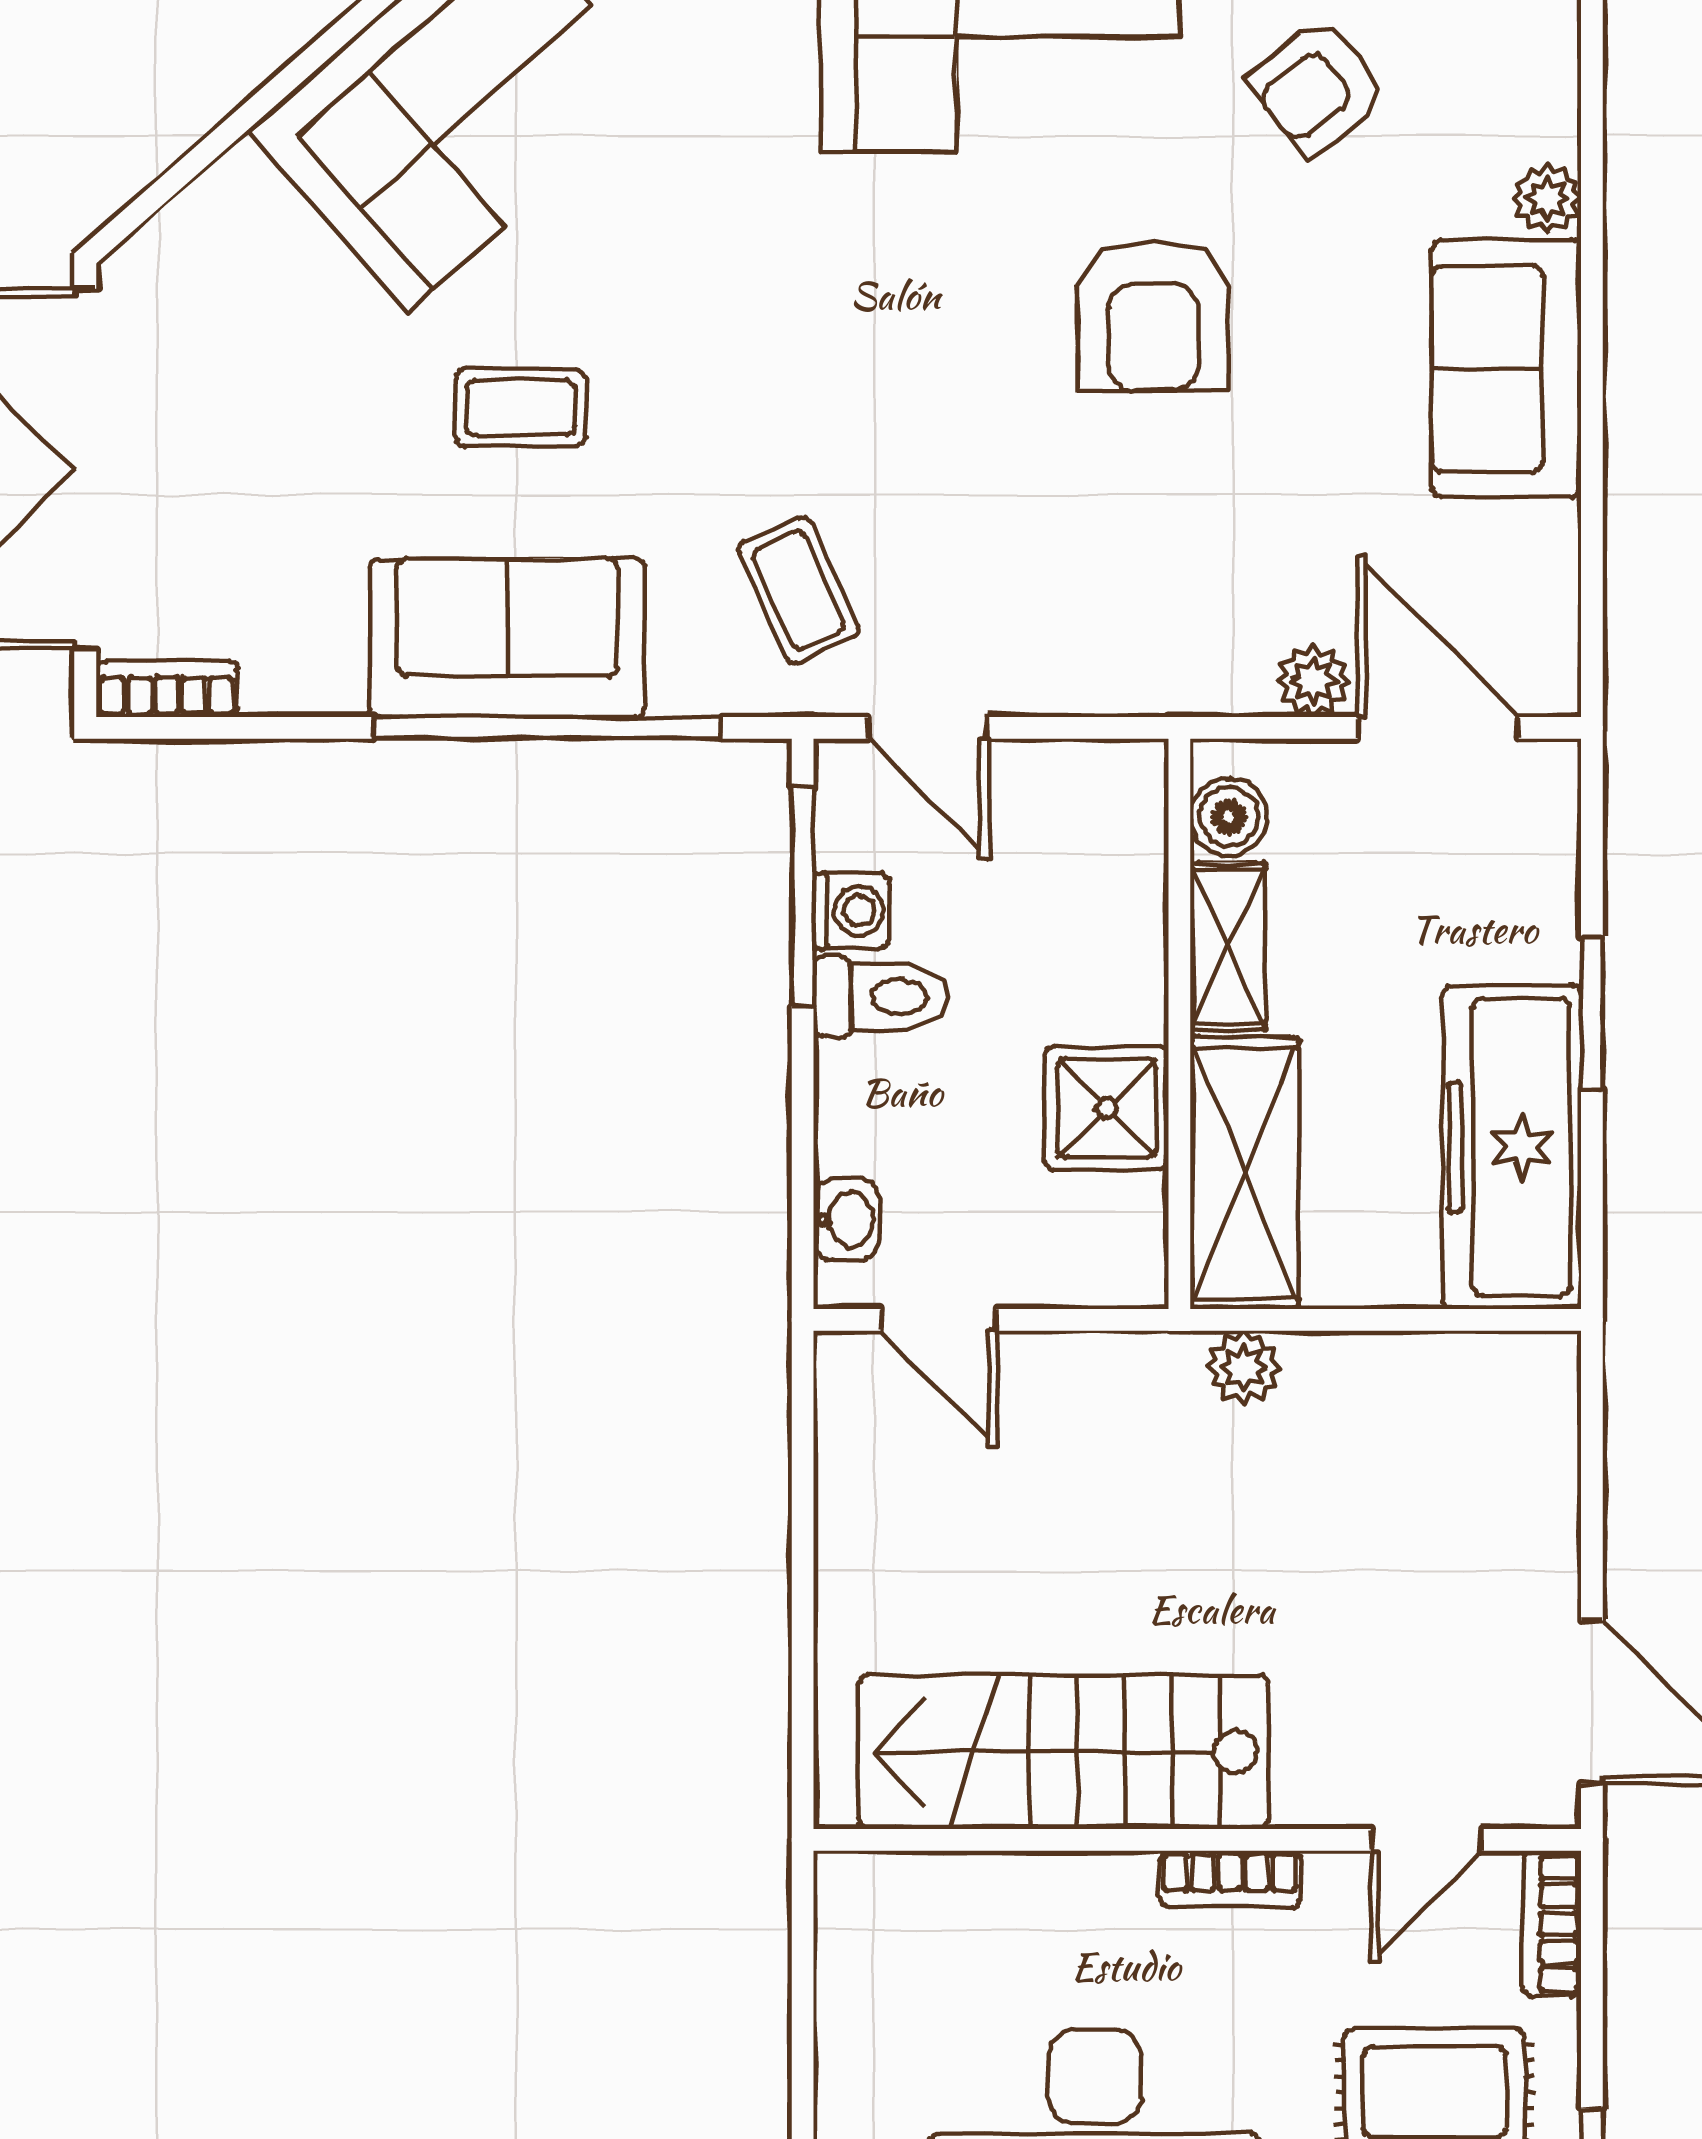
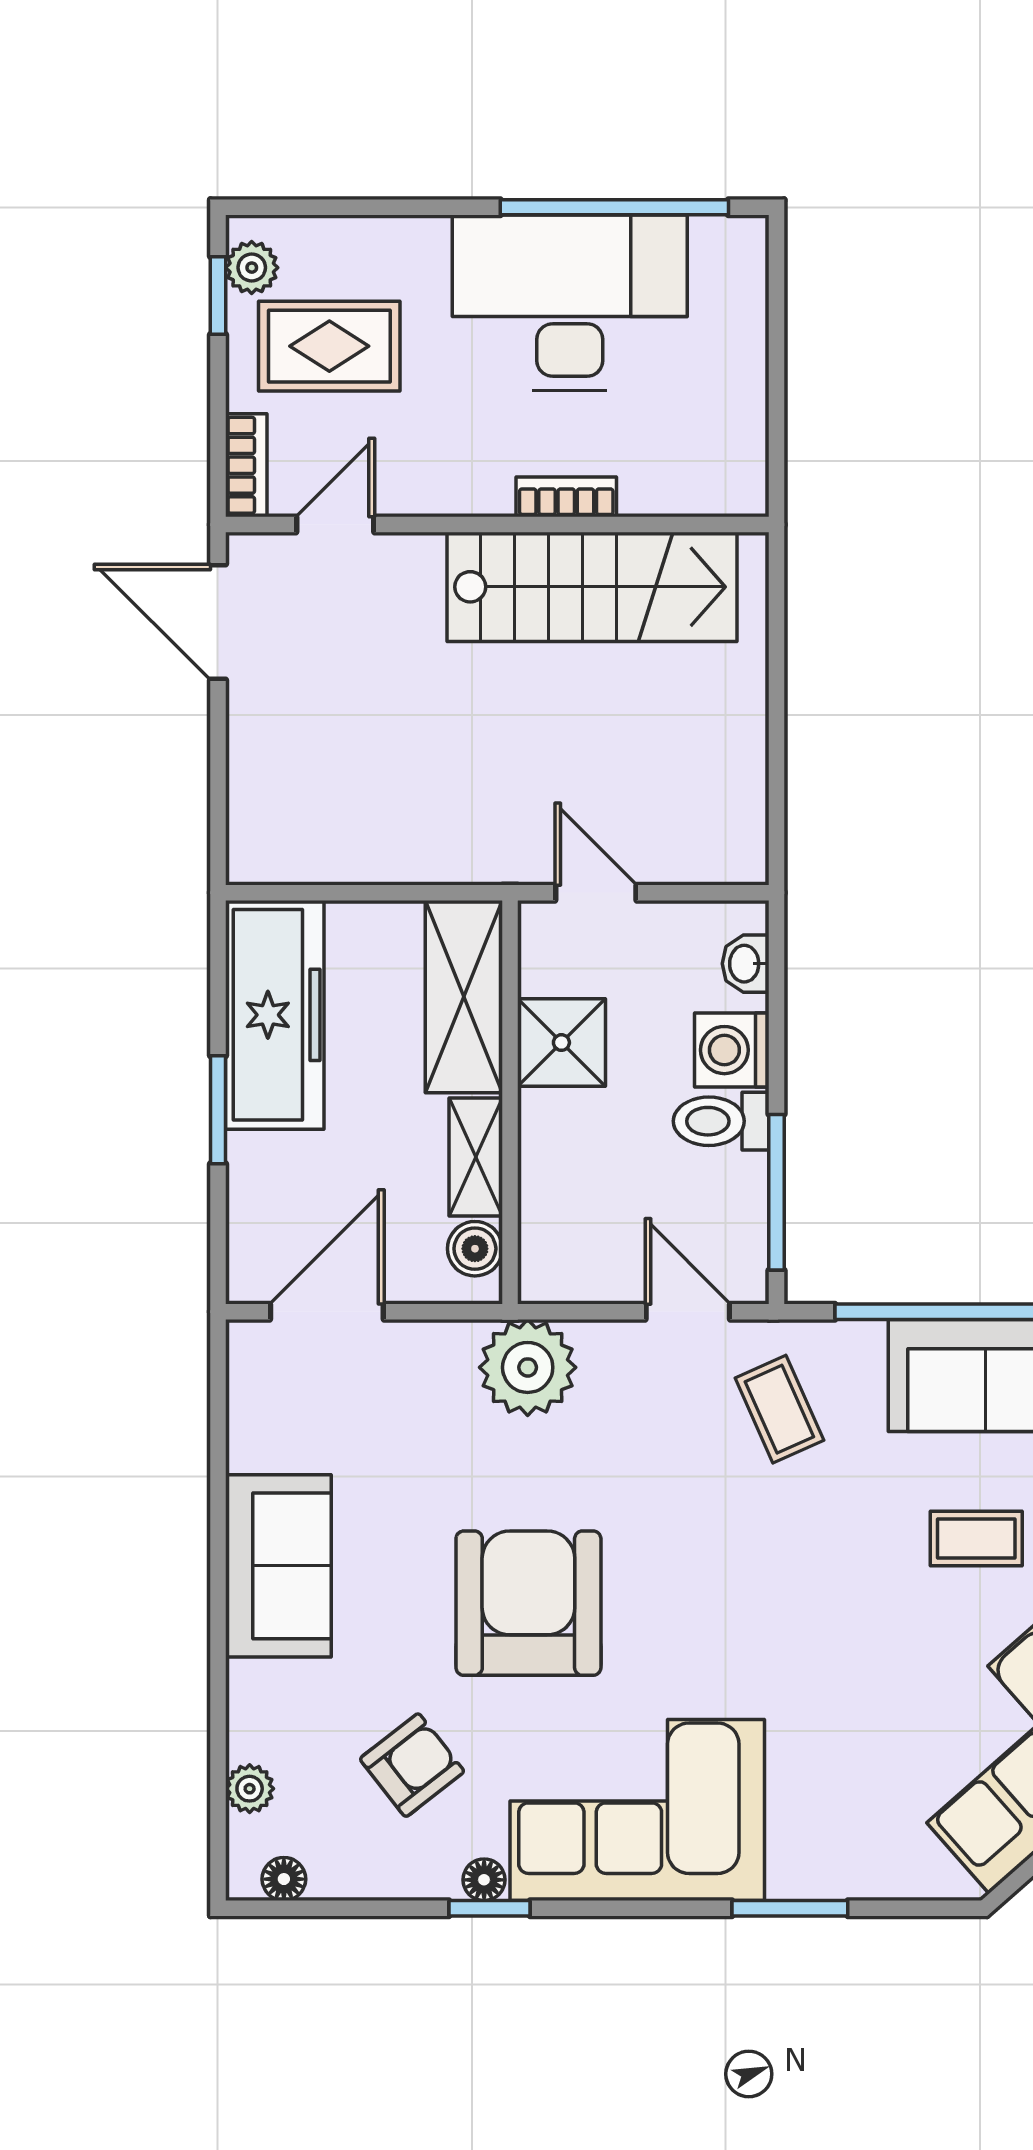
plant: (1547, 199) -> (250, 1789), moved
armchair: (1153, 316) -> (528, 1603), width x1.36, depth x1.36
plant: (1314, 681) -> (528, 1367), moved, width x1.88, depth x1.88
door: (1438, 728) -> (327, 1312), swing flipped
washing machine: (852, 911) -> (732, 1050), moved, width x1.38, depth x1.38
door: (938, 1320) -> (596, 893), moved
plant: (1244, 1367) -> (465, 859), removed
bookcase: (1230, 1879) -> (566, 497), moved

